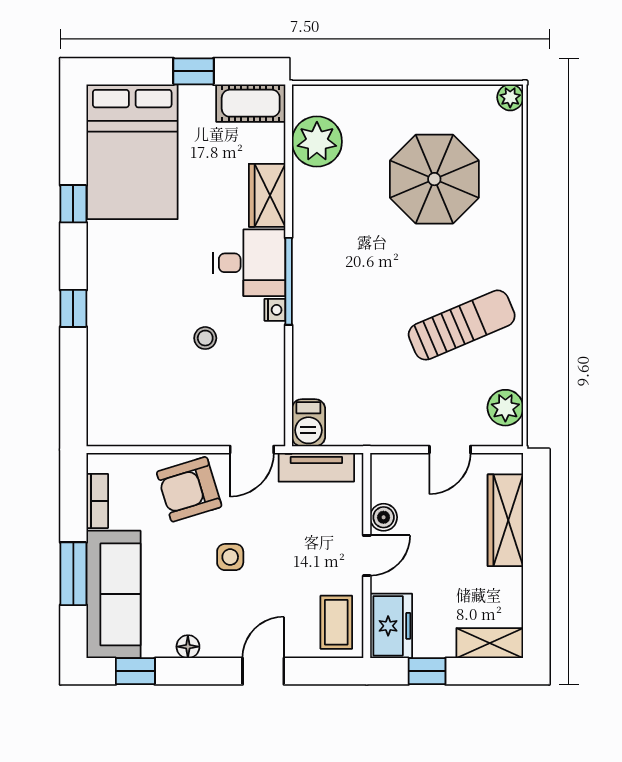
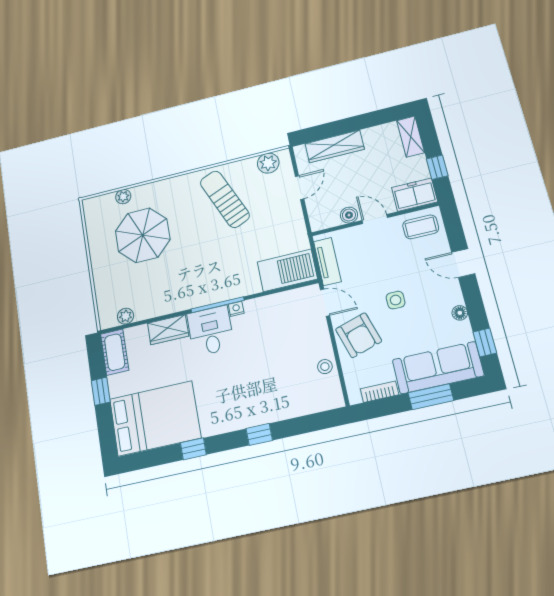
plant: (510, 97) -> (123, 197), moved
plant: (317, 142) -> (126, 316), width x0.53, depth x0.53
stool: (205, 338) -> (325, 367), moved
barbecue: (308, 423) -> (287, 270), width x1.88, depth x1.53
door: (450, 450) -> (300, 187), hinge flipped

